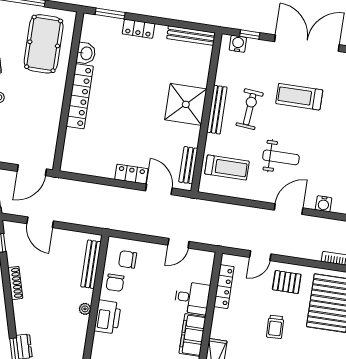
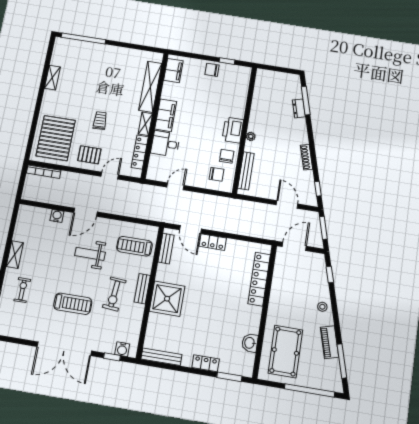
locker: (80, 96) -> (259, 279), moved
bench: (217, 110) -> (142, 289), width x0.73
shelving: (218, 323) -> (145, 124), added

